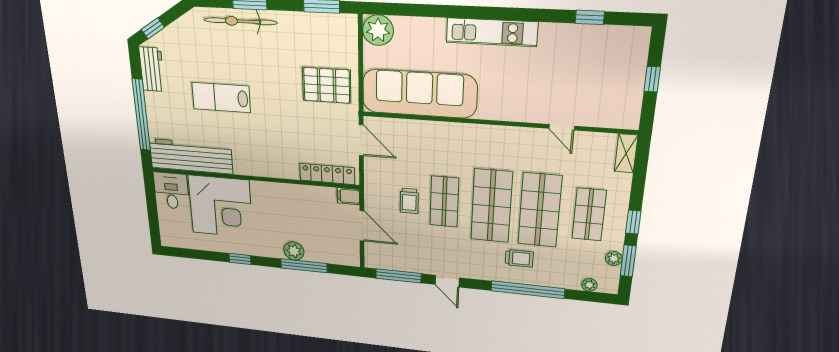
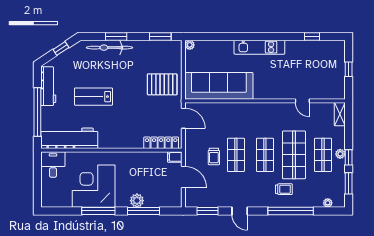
window: (153, 28) -> (61, 49), moved
plant: (378, 30) -> (190, 45), width x0.53, depth x0.53
workbench: (152, 69) -> (48, 86), width x1.38
shop shelf: (491, 206) -> (265, 155), width x0.70, depth x0.74
corner desk: (221, 207) -> (94, 186), moved, turned 180
window: (240, 259) -> (98, 211), width x2.17
plant: (614, 259) -> (340, 154), moved
window: (398, 276) -> (208, 211), width x0.69

